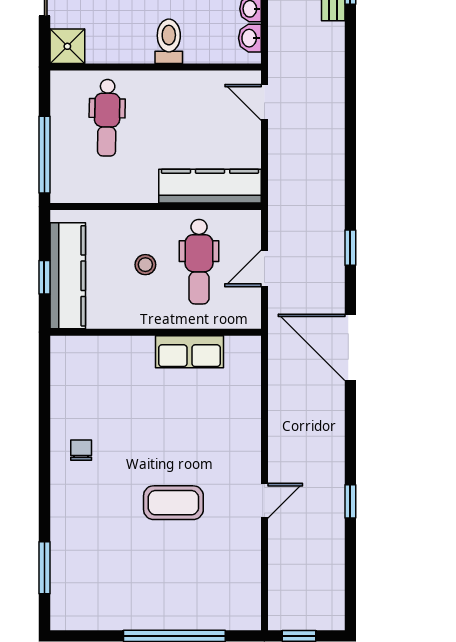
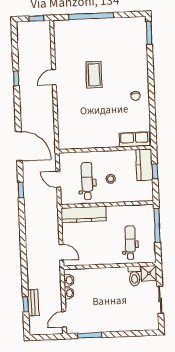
toilet: (169, 41) -> (135, 276), moved
door: (264, 268) -> (58, 179), swing flipped
kitchen counter: (68, 276) -> (144, 165), width x0.67
row of seats: (189, 352) -> (134, 139), moved
coffee table: (173, 503) -> (94, 75), turned 90
window: (44, 568) -> (149, 33), moved

